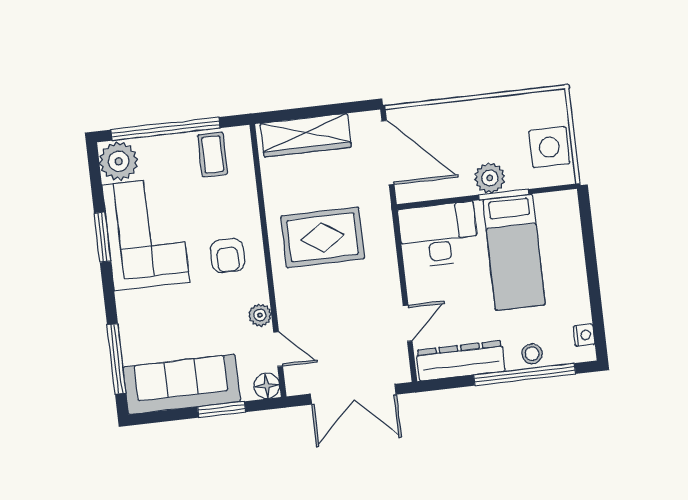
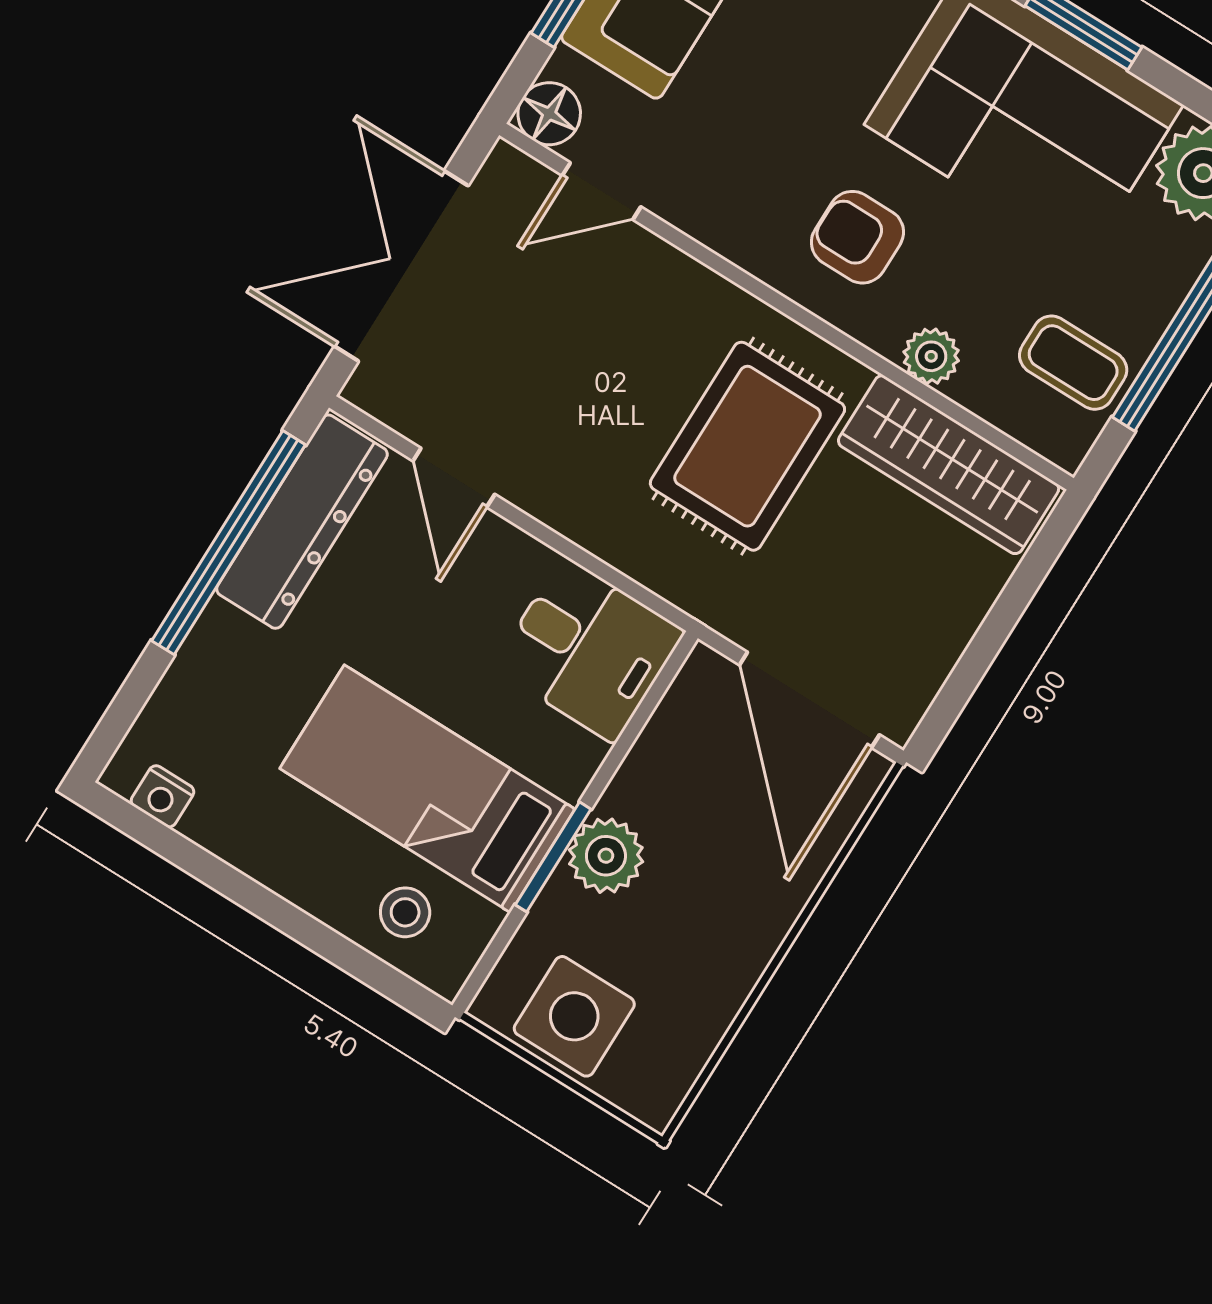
wardrobe: (306, 135) -> (949, 465), moved, turned -90
door: (388, 153) -> (809, 700), hinge flipped
desk: (439, 235) -> (589, 650), width x0.73
plant: (260, 315) -> (931, 356), moved
stool: (532, 354) -> (405, 912), moved
window: (525, 374) -> (229, 543), moved

